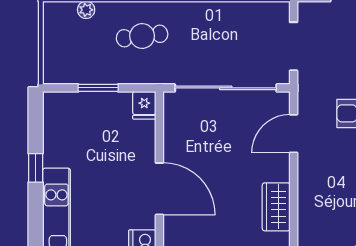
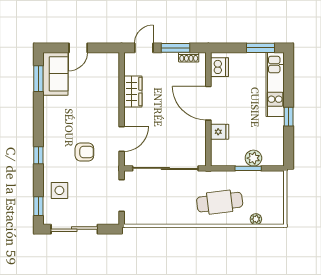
cafe table: (142, 36) -> (220, 202), width x1.37, depth x1.35
plant: (90, 104) -> (253, 158), added
fridge: (144, 105) -> (220, 132), moved, turned 90

